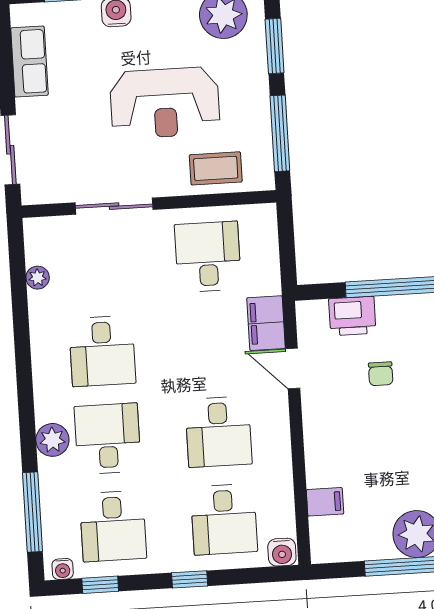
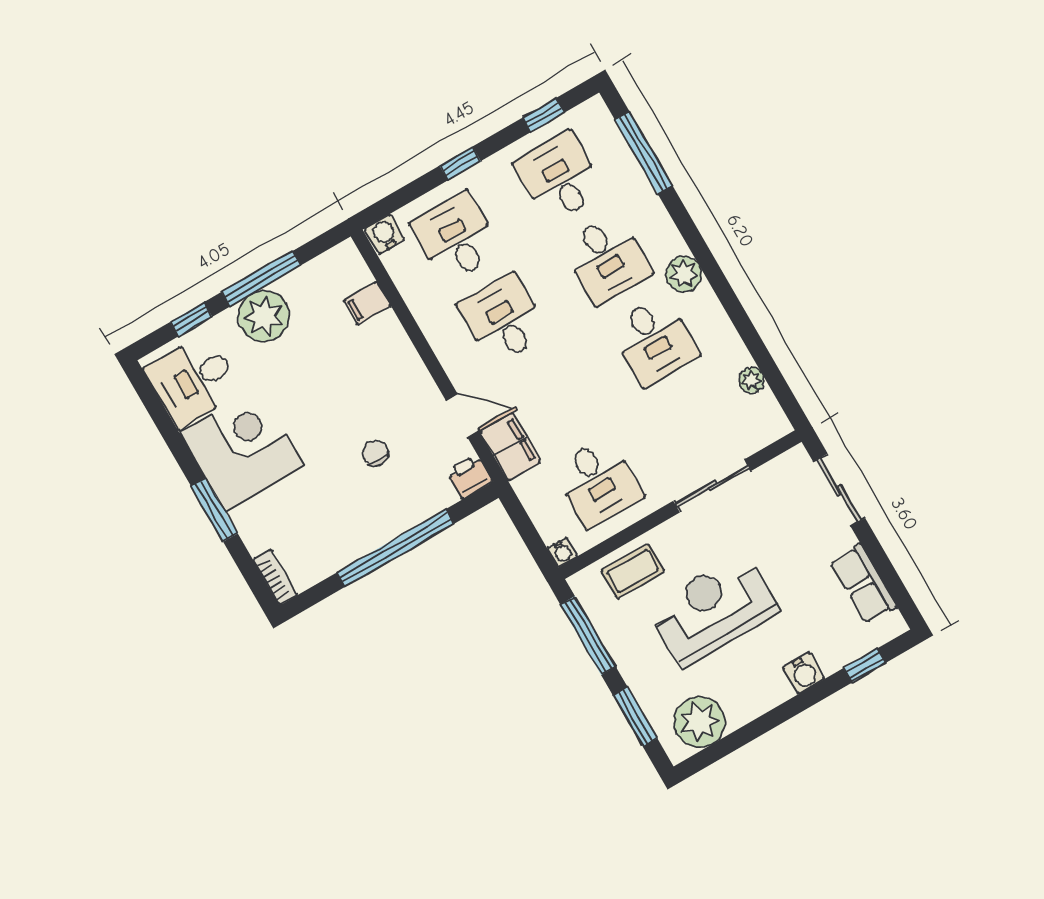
printer: (352, 316) -> (470, 477), moved, width x0.73, depth x0.81
desk: (102, 351) -> (654, 341), turned 180
plant: (52, 440) -> (684, 274), moved
water cooler: (63, 569) -> (562, 552), moved, turned 180

